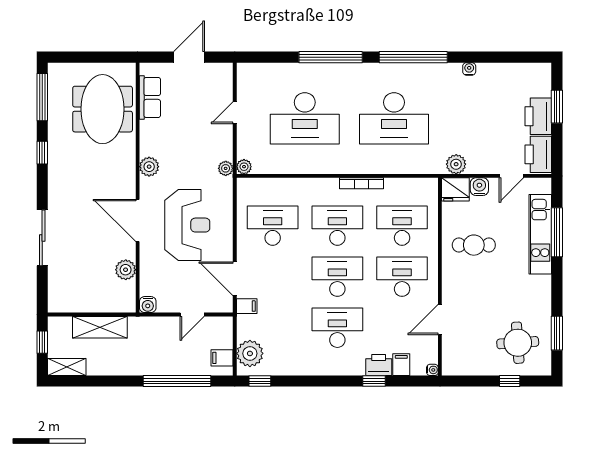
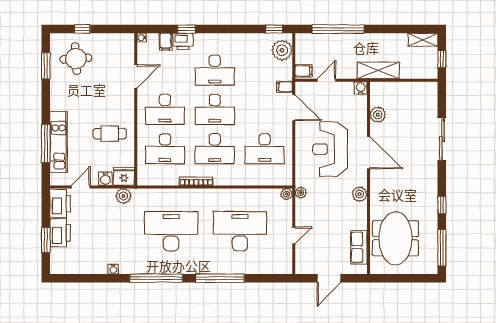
shelving: (100, 327) -> (378, 71), moved
filing cabinet: (222, 358) -> (304, 71), moved

